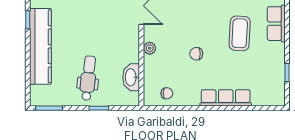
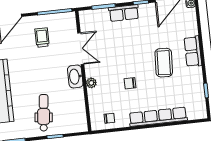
washbasin: (131, 77) -> (75, 77), moved
row of seats: (226, 98) -> (158, 117), width x1.36

